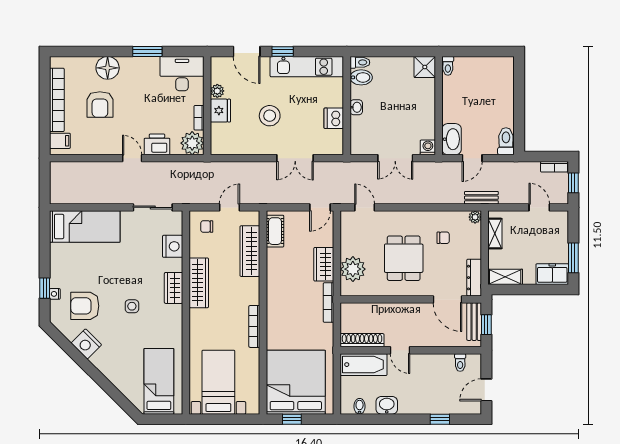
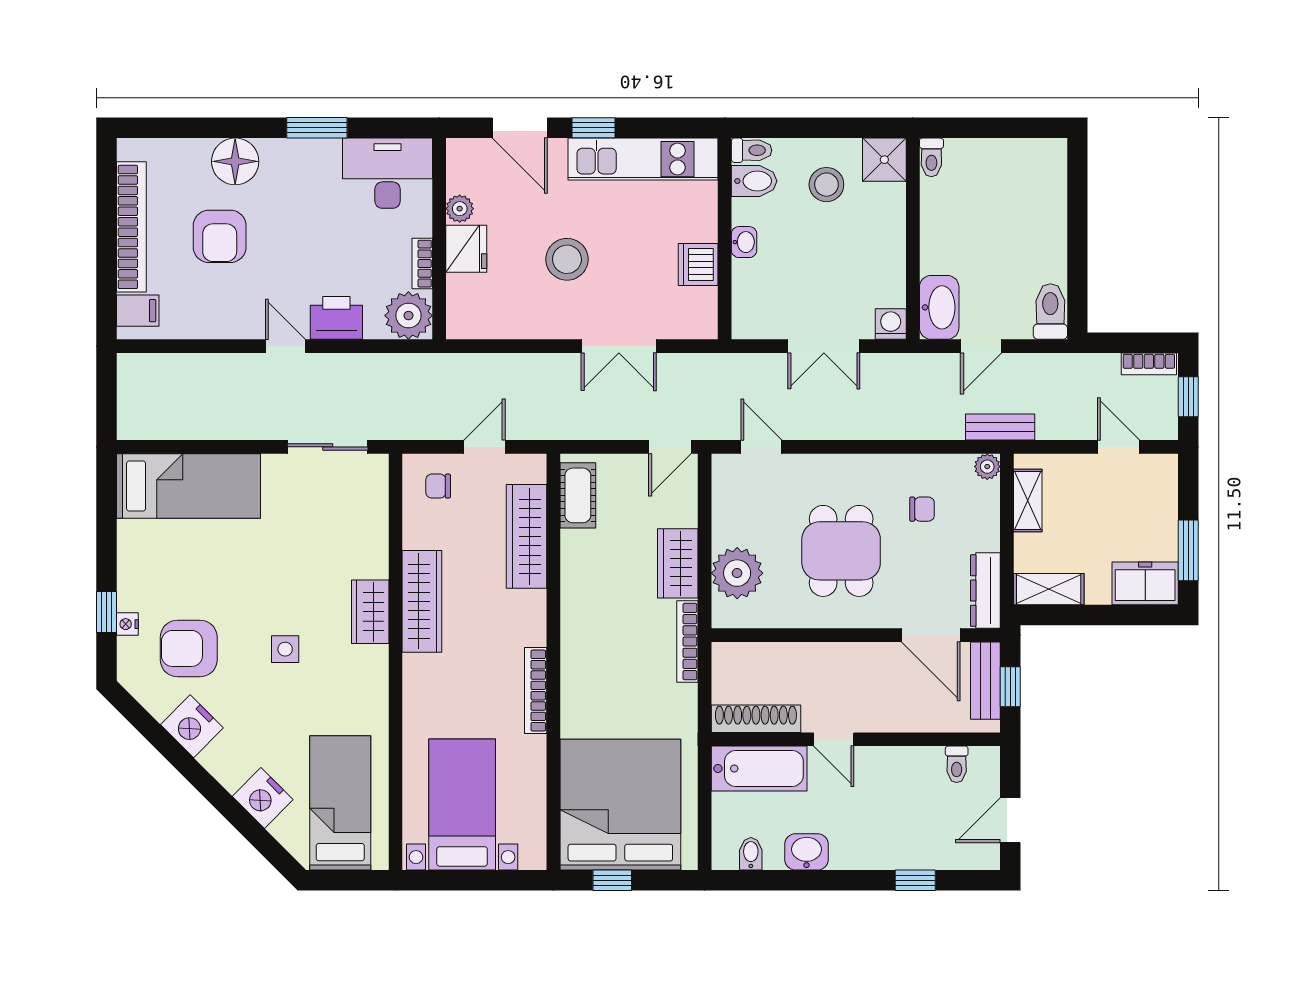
stool: (397, 79) -> (826, 185), added
nightstand: (173, 246) -> (263, 798), moved, turned 135

